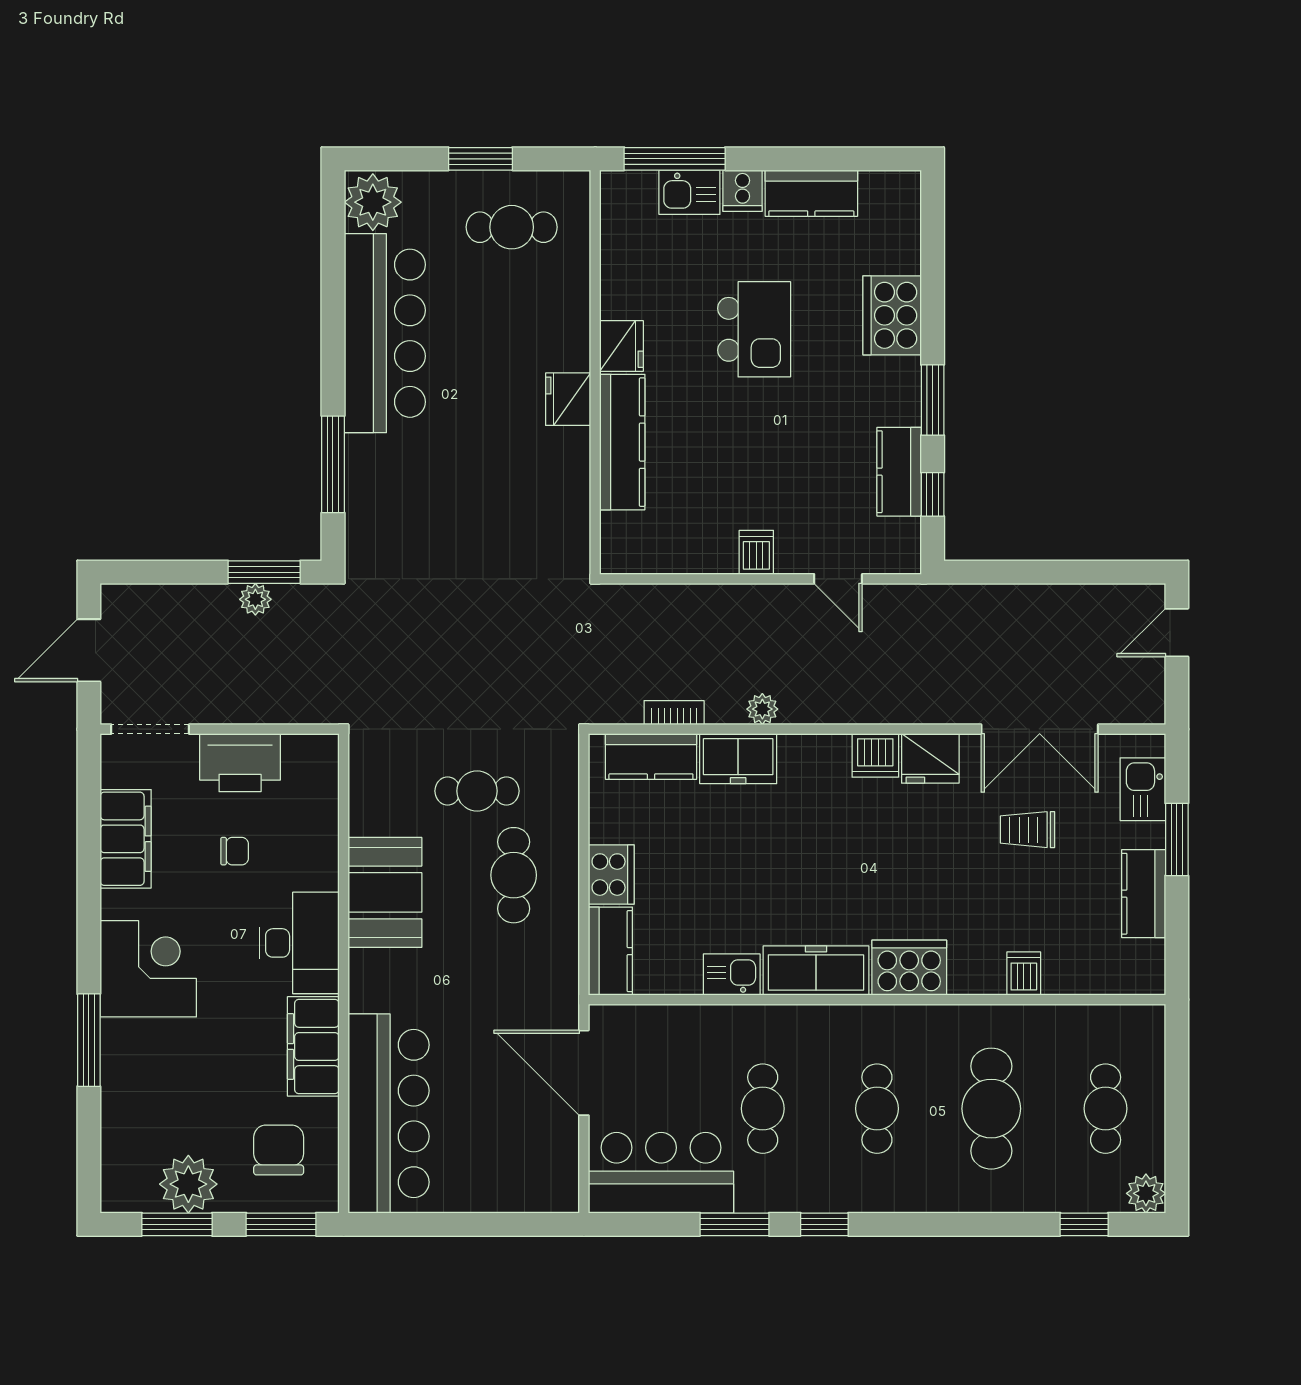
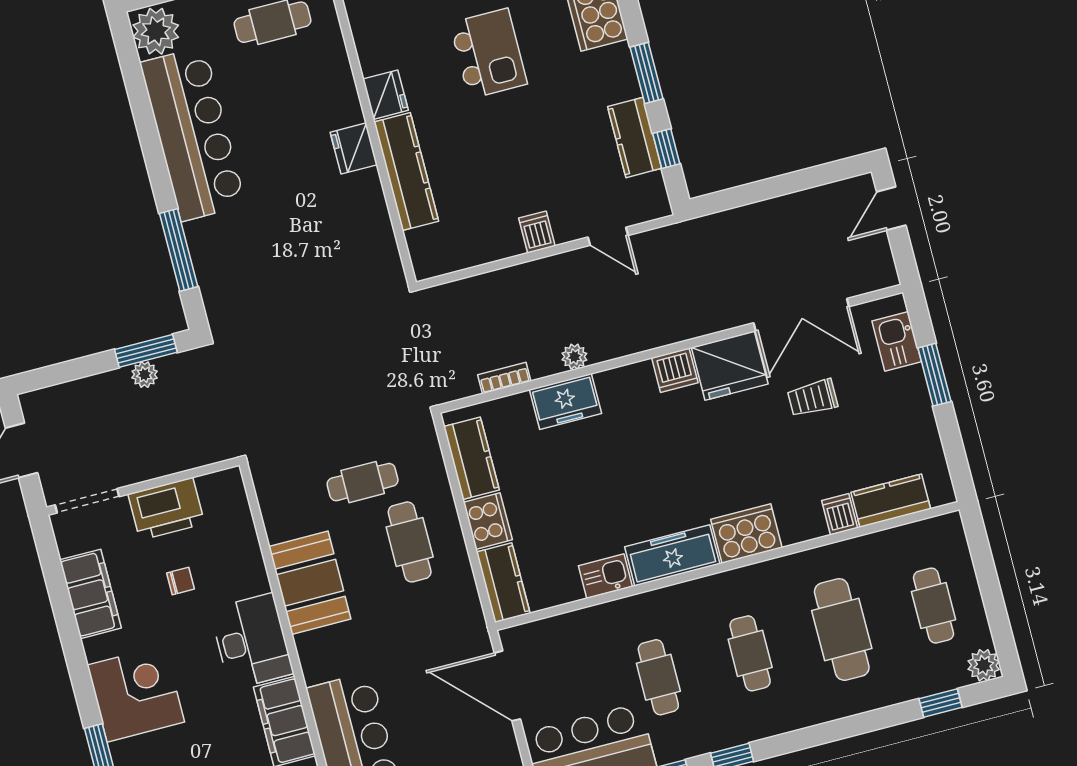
kitchen counter: (651, 756) -> (471, 458), moved, turned -90
fridge: (930, 758) -> (730, 366), width x1.36, depth x1.34
kitchen counter: (1144, 894) -> (891, 501), moved, turned 90

